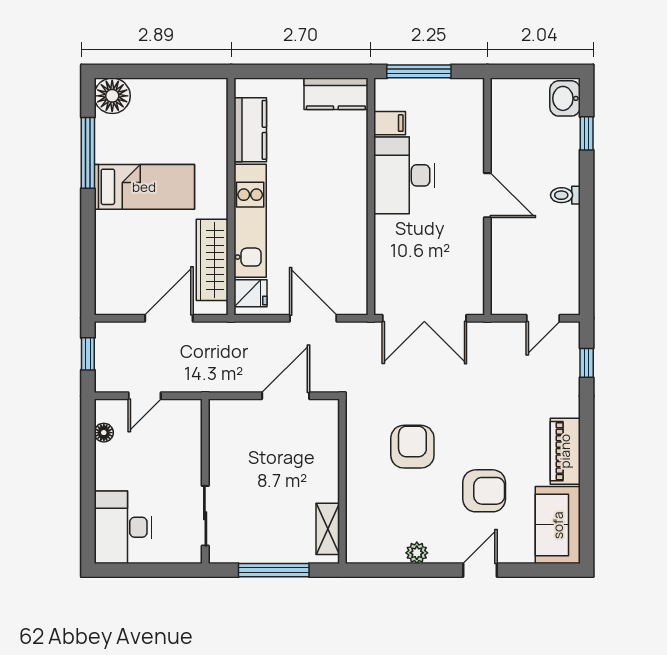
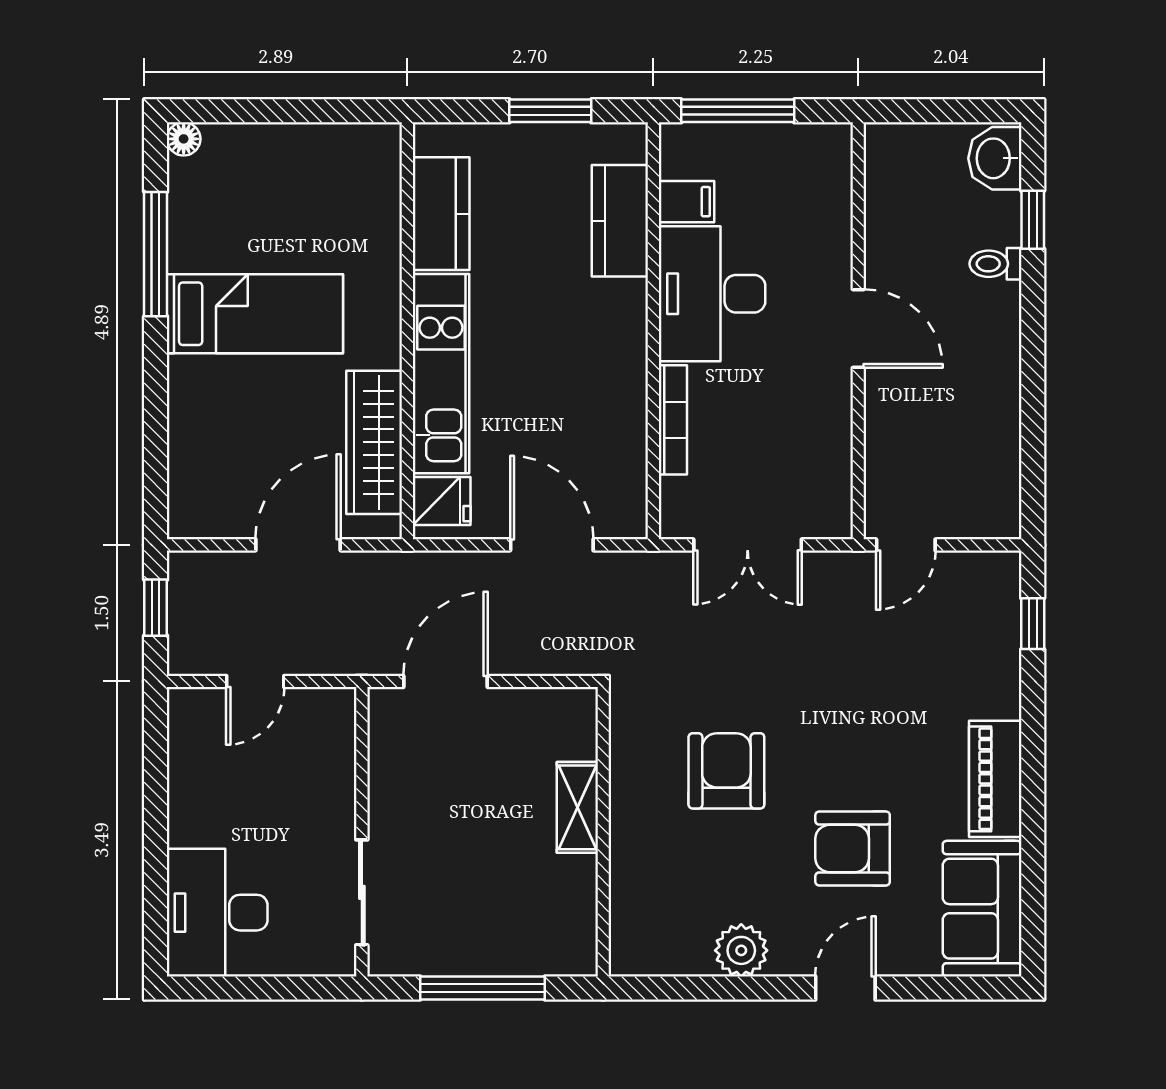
window: (312, 71) -> (550, 111), added
kitchen counter: (336, 94) -> (620, 221), moved, turned 90
floor lamp: (112, 96) -> (184, 139), width x0.53, depth x0.53
toilet: (565, 195) -> (995, 264), moved
bookcase: (382, 247) -> (673, 420), added
double door: (424, 318) -> (748, 545), width x0.73
door: (543, 318) -> (906, 545), moved
door: (286, 396) -> (445, 681), moved
floor lamp: (104, 433) -> (183, 746), removed
armchair: (484, 491) -> (853, 848), turned 180
shelving: (328, 529) -> (577, 807), moved
plant: (417, 553) -> (741, 950), width x1.38, depth x1.38

